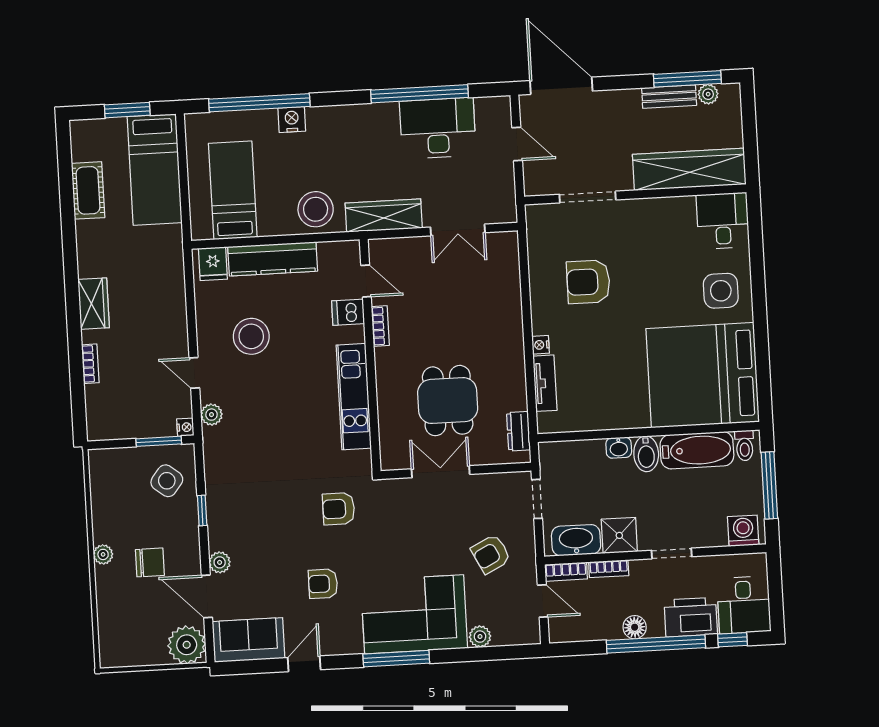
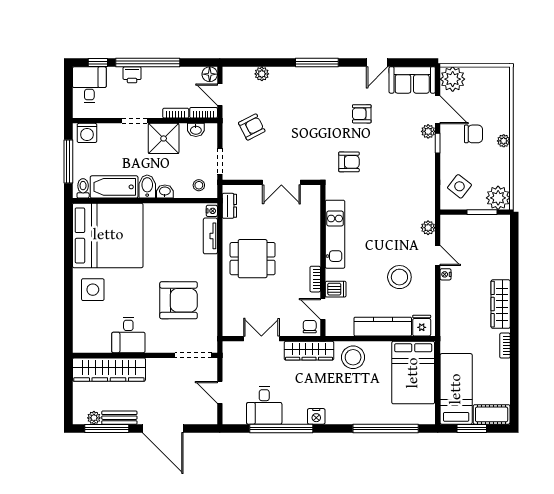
door: (561, 86) -> (163, 428), moved
nightstand: (292, 120) -> (316, 416), moved
desk: (438, 128) -> (264, 405), width x0.73
cot: (88, 190) -> (492, 414), moved, turned 90
bed: (233, 190) -> (413, 373), width x1.50
doorway: (588, 197) -> (193, 355), moved
desk: (723, 221) -> (128, 335), moved
chair: (385, 253) -> (310, 327), added
armchair: (588, 282) -> (179, 300), width x1.36, depth x1.36
wardrobe: (94, 304) -> (501, 304), width x1.50
nightstand: (541, 345) -> (212, 211), moved
bookcase: (90, 364) -> (505, 346), moved
dining table: (448, 401) -> (253, 259), moved, turned 90
nightstand: (185, 427) -> (446, 274), moved
window: (159, 441) -> (482, 212), moved
stool: (567, 460) -> (199, 185), added
plant: (107, 466) -> (498, 198), added
window: (202, 511) -> (438, 143), moved
shower: (619, 535) -> (164, 138), width x1.36, depth x1.36
washbasin: (576, 540) -> (196, 130), width x0.52, depth x0.69
chair: (150, 562) -> (473, 134), turned 180
armchair: (323, 584) -> (362, 114), turned 180
corner sofa: (414, 614) -> (304, 91), removed
printer: (691, 617) -> (132, 75), width x0.53, depth x0.68
floor lamp: (635, 627) -> (210, 74), moved

